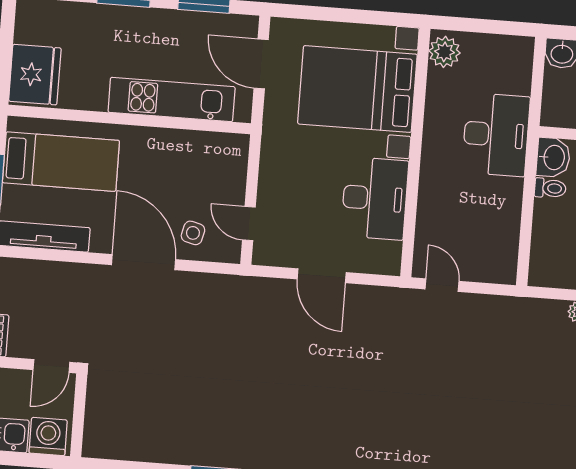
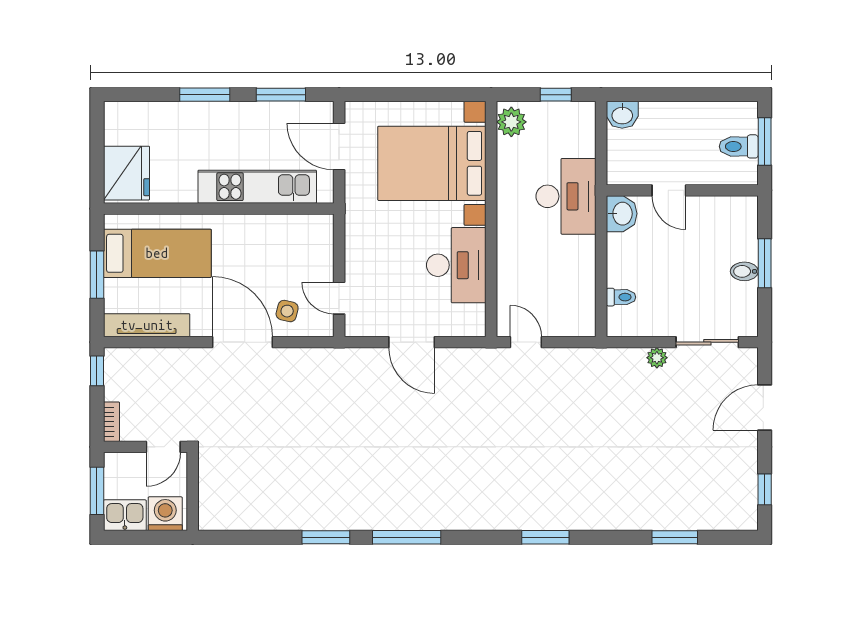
window: (494, 27) -> (556, 95), added
toilet: (550, 188) -> (621, 297), moved

